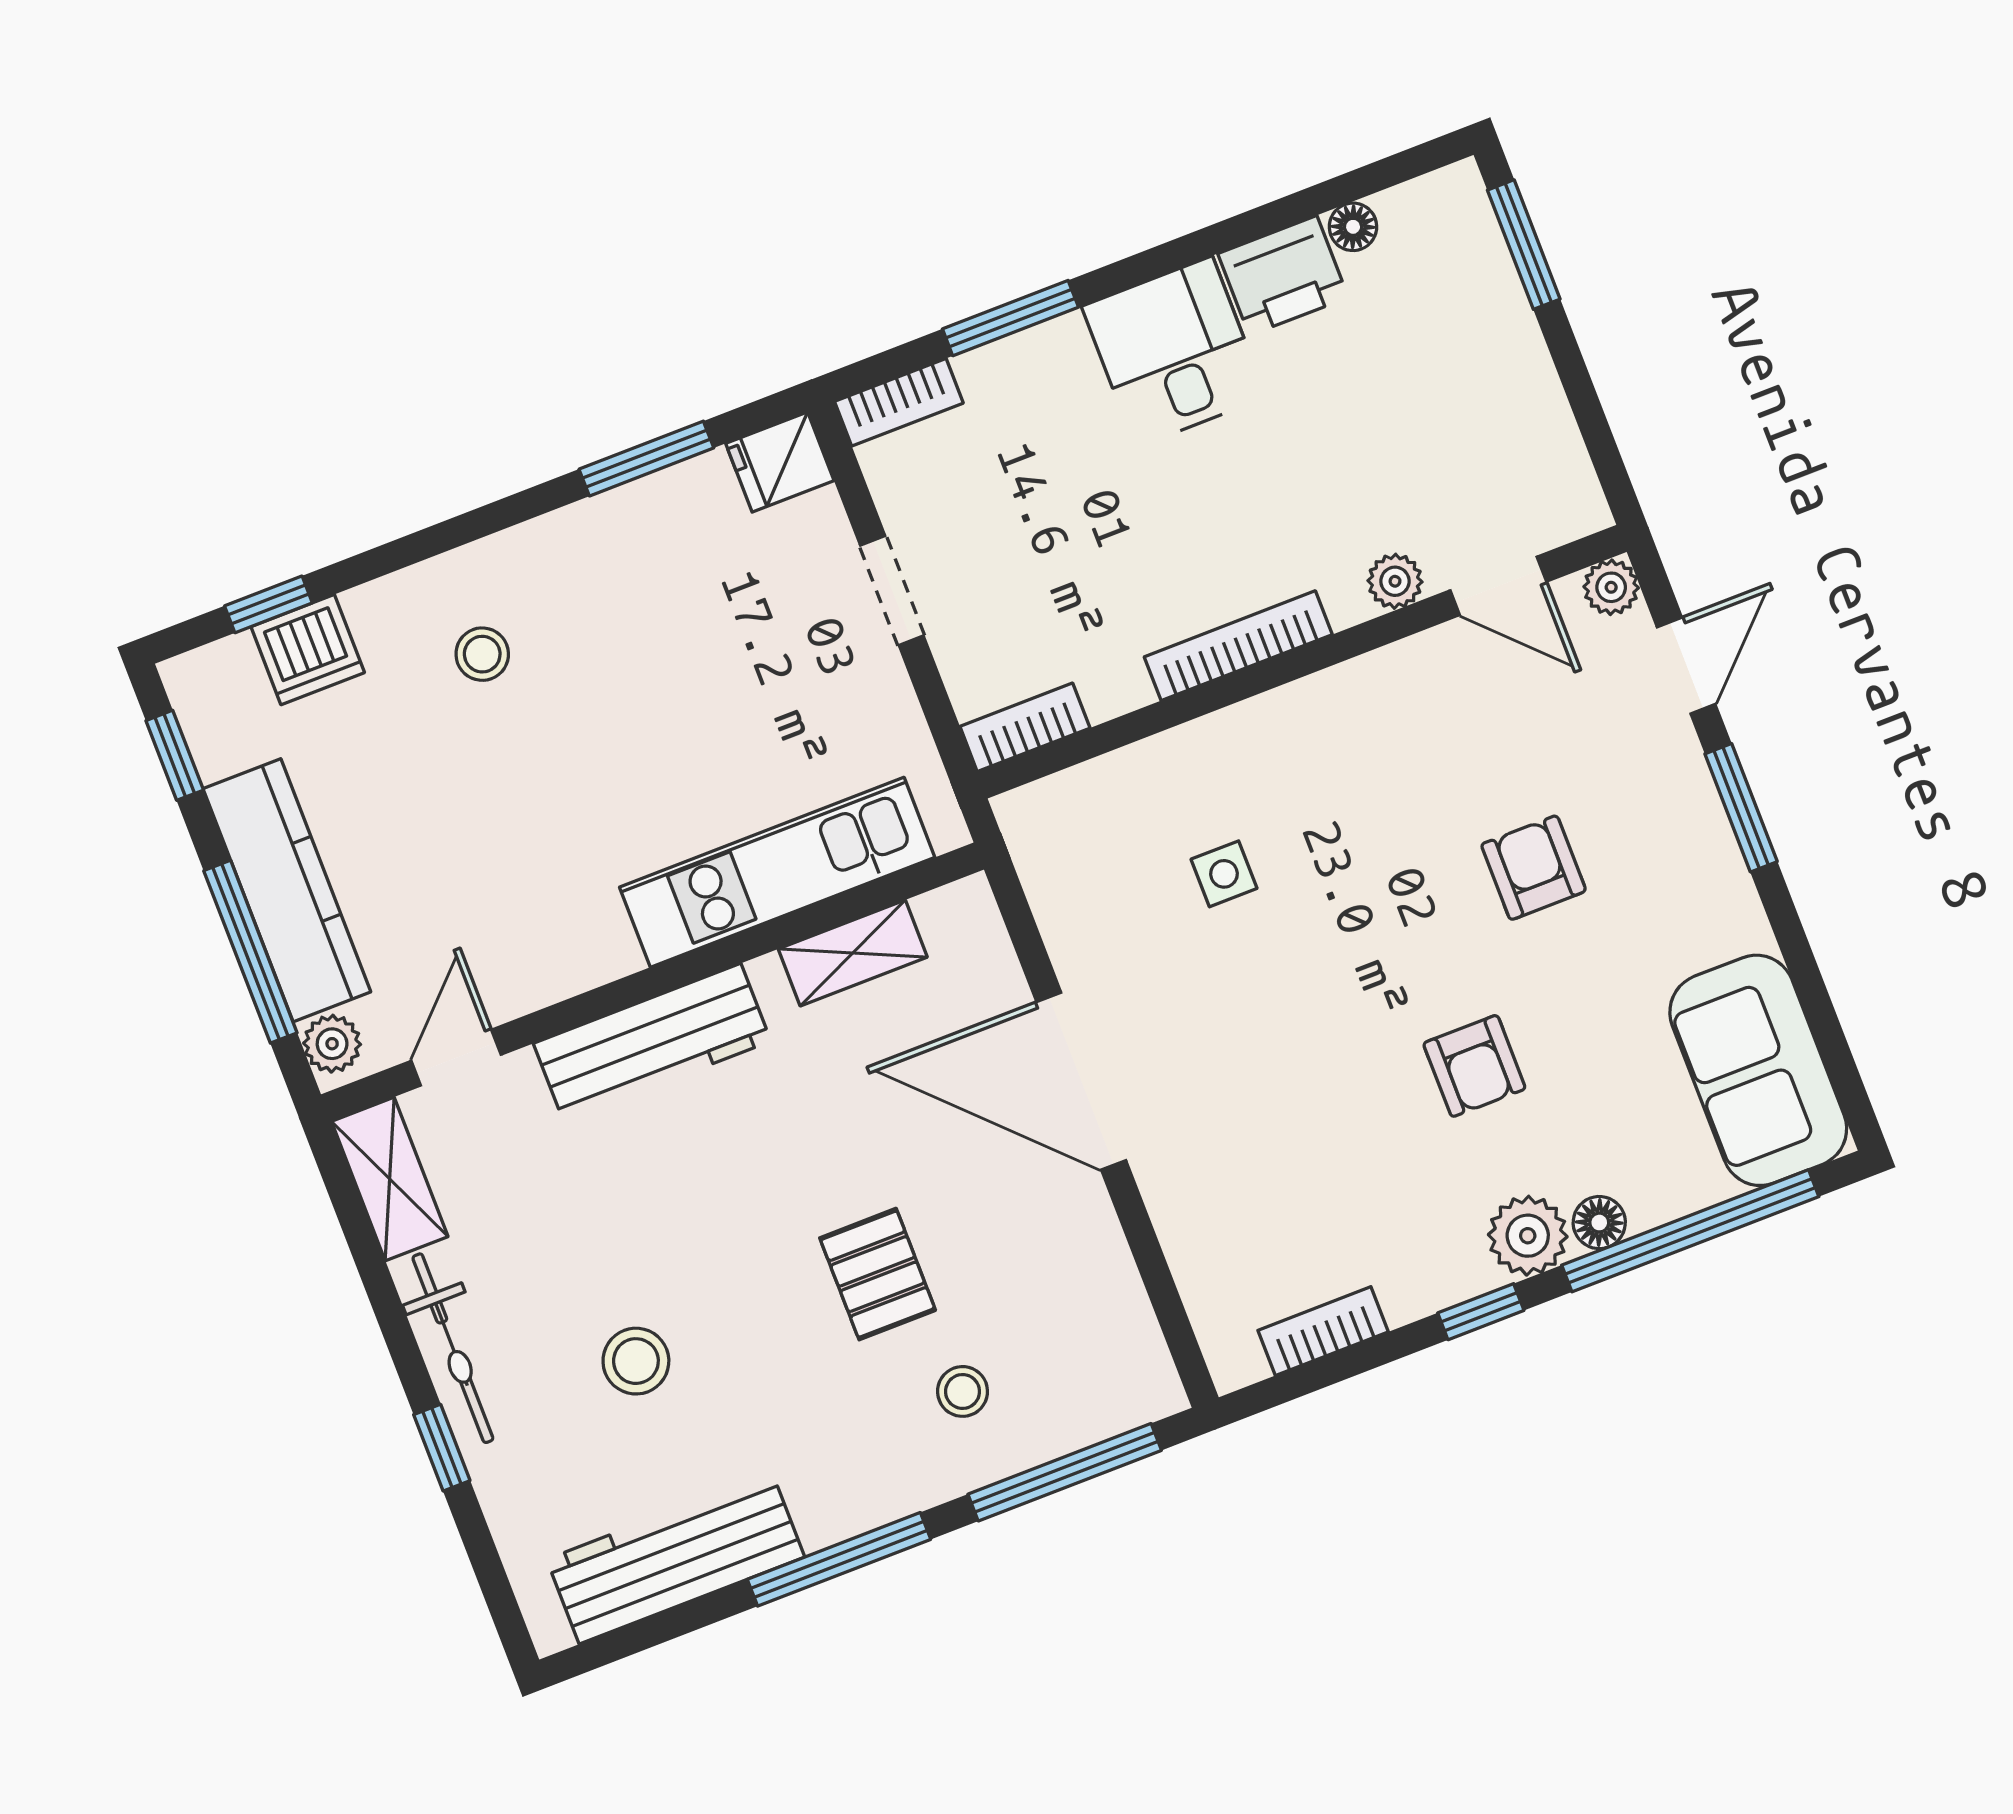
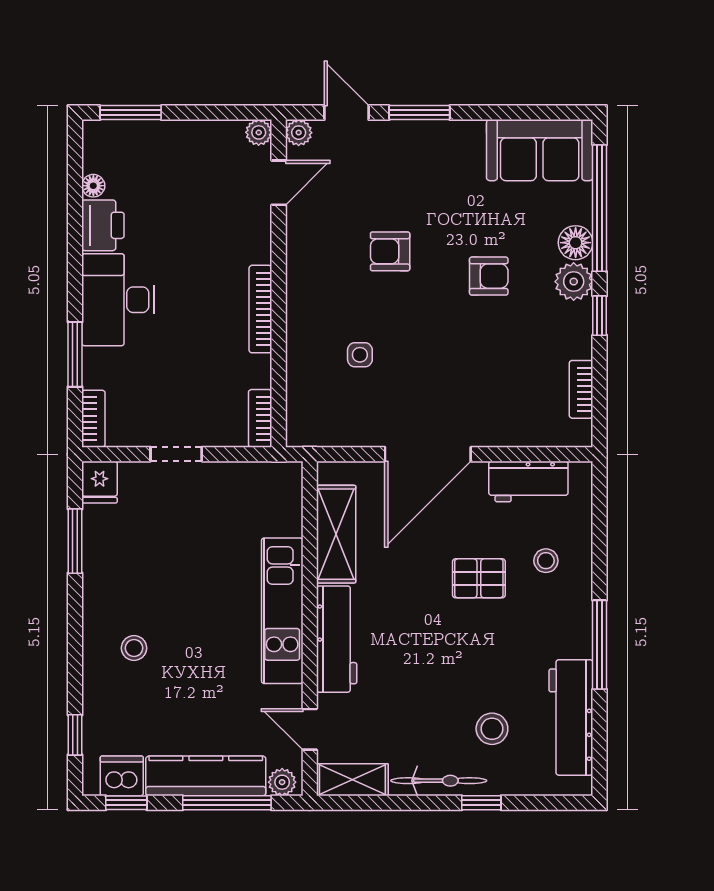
desk: (1174, 352) -> (118, 300), width x1.37
plant: (1395, 581) -> (259, 132), moved
dishwasher: (308, 650) -> (122, 776), moved, turned -90
armchair: (1534, 868) -> (390, 251), moved
kitchen unit: (777, 872) -> (282, 611), moved
shelving: (853, 953) -> (336, 534), width x1.50, depth x1.33
floor lamp: (1599, 1223) -> (576, 243), width x1.37, depth x1.37
workbench: (1104, 1298) -> (528, 482), added
stool: (636, 1361) -> (492, 729), moved
window: (1065, 1472) -> (600, 529), removed

